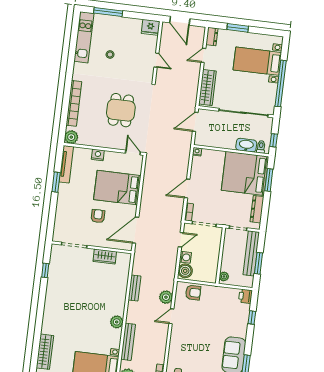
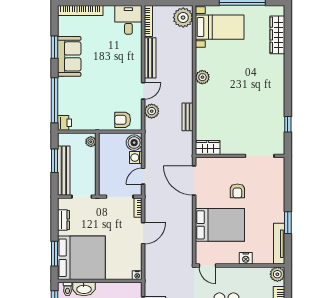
dresser: (257, 209) -> (64, 220), width x0.70
door: (136, 230) -> (194, 181), swing flipped
wardrobe: (105, 257) -> (208, 147), moved
window: (252, 318) -> (55, 100), width x3.17
bench: (128, 342) -> (150, 58), moved

